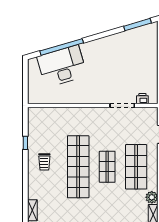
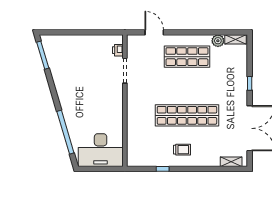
desk: (62, 66) -> (101, 150), moved, turned -74
shop shelf: (107, 167) -> (187, 86), removed

